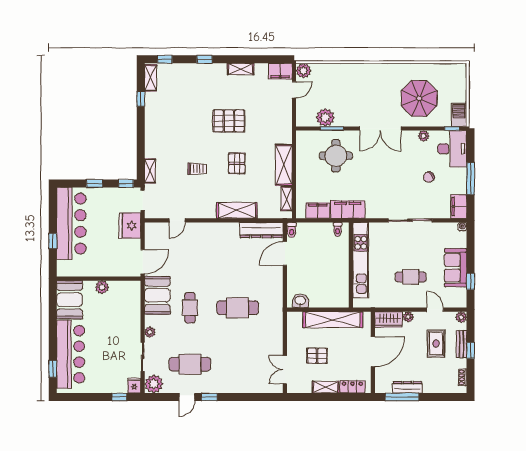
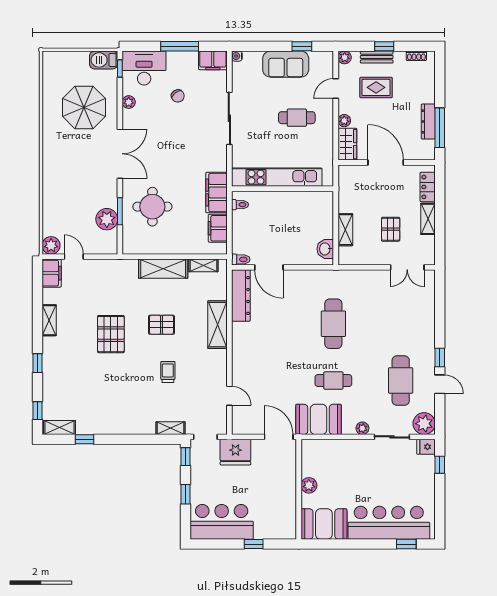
bar counter: (71, 224) -> (222, 522), width x0.73
cafe table: (411, 277) -> (297, 118), turned 90
shelving: (333, 320) -> (345, 230), width x0.45, depth x0.75

